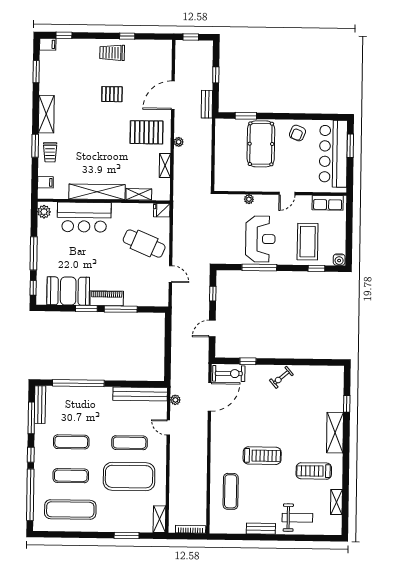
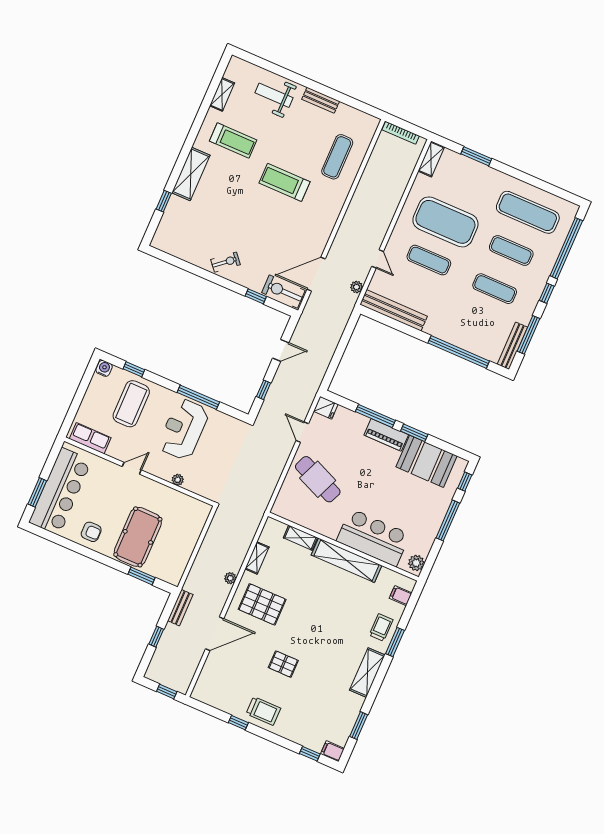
armchair: (297, 133) -> (91, 532), turned 68
fridge: (162, 210) -> (326, 408), moved

